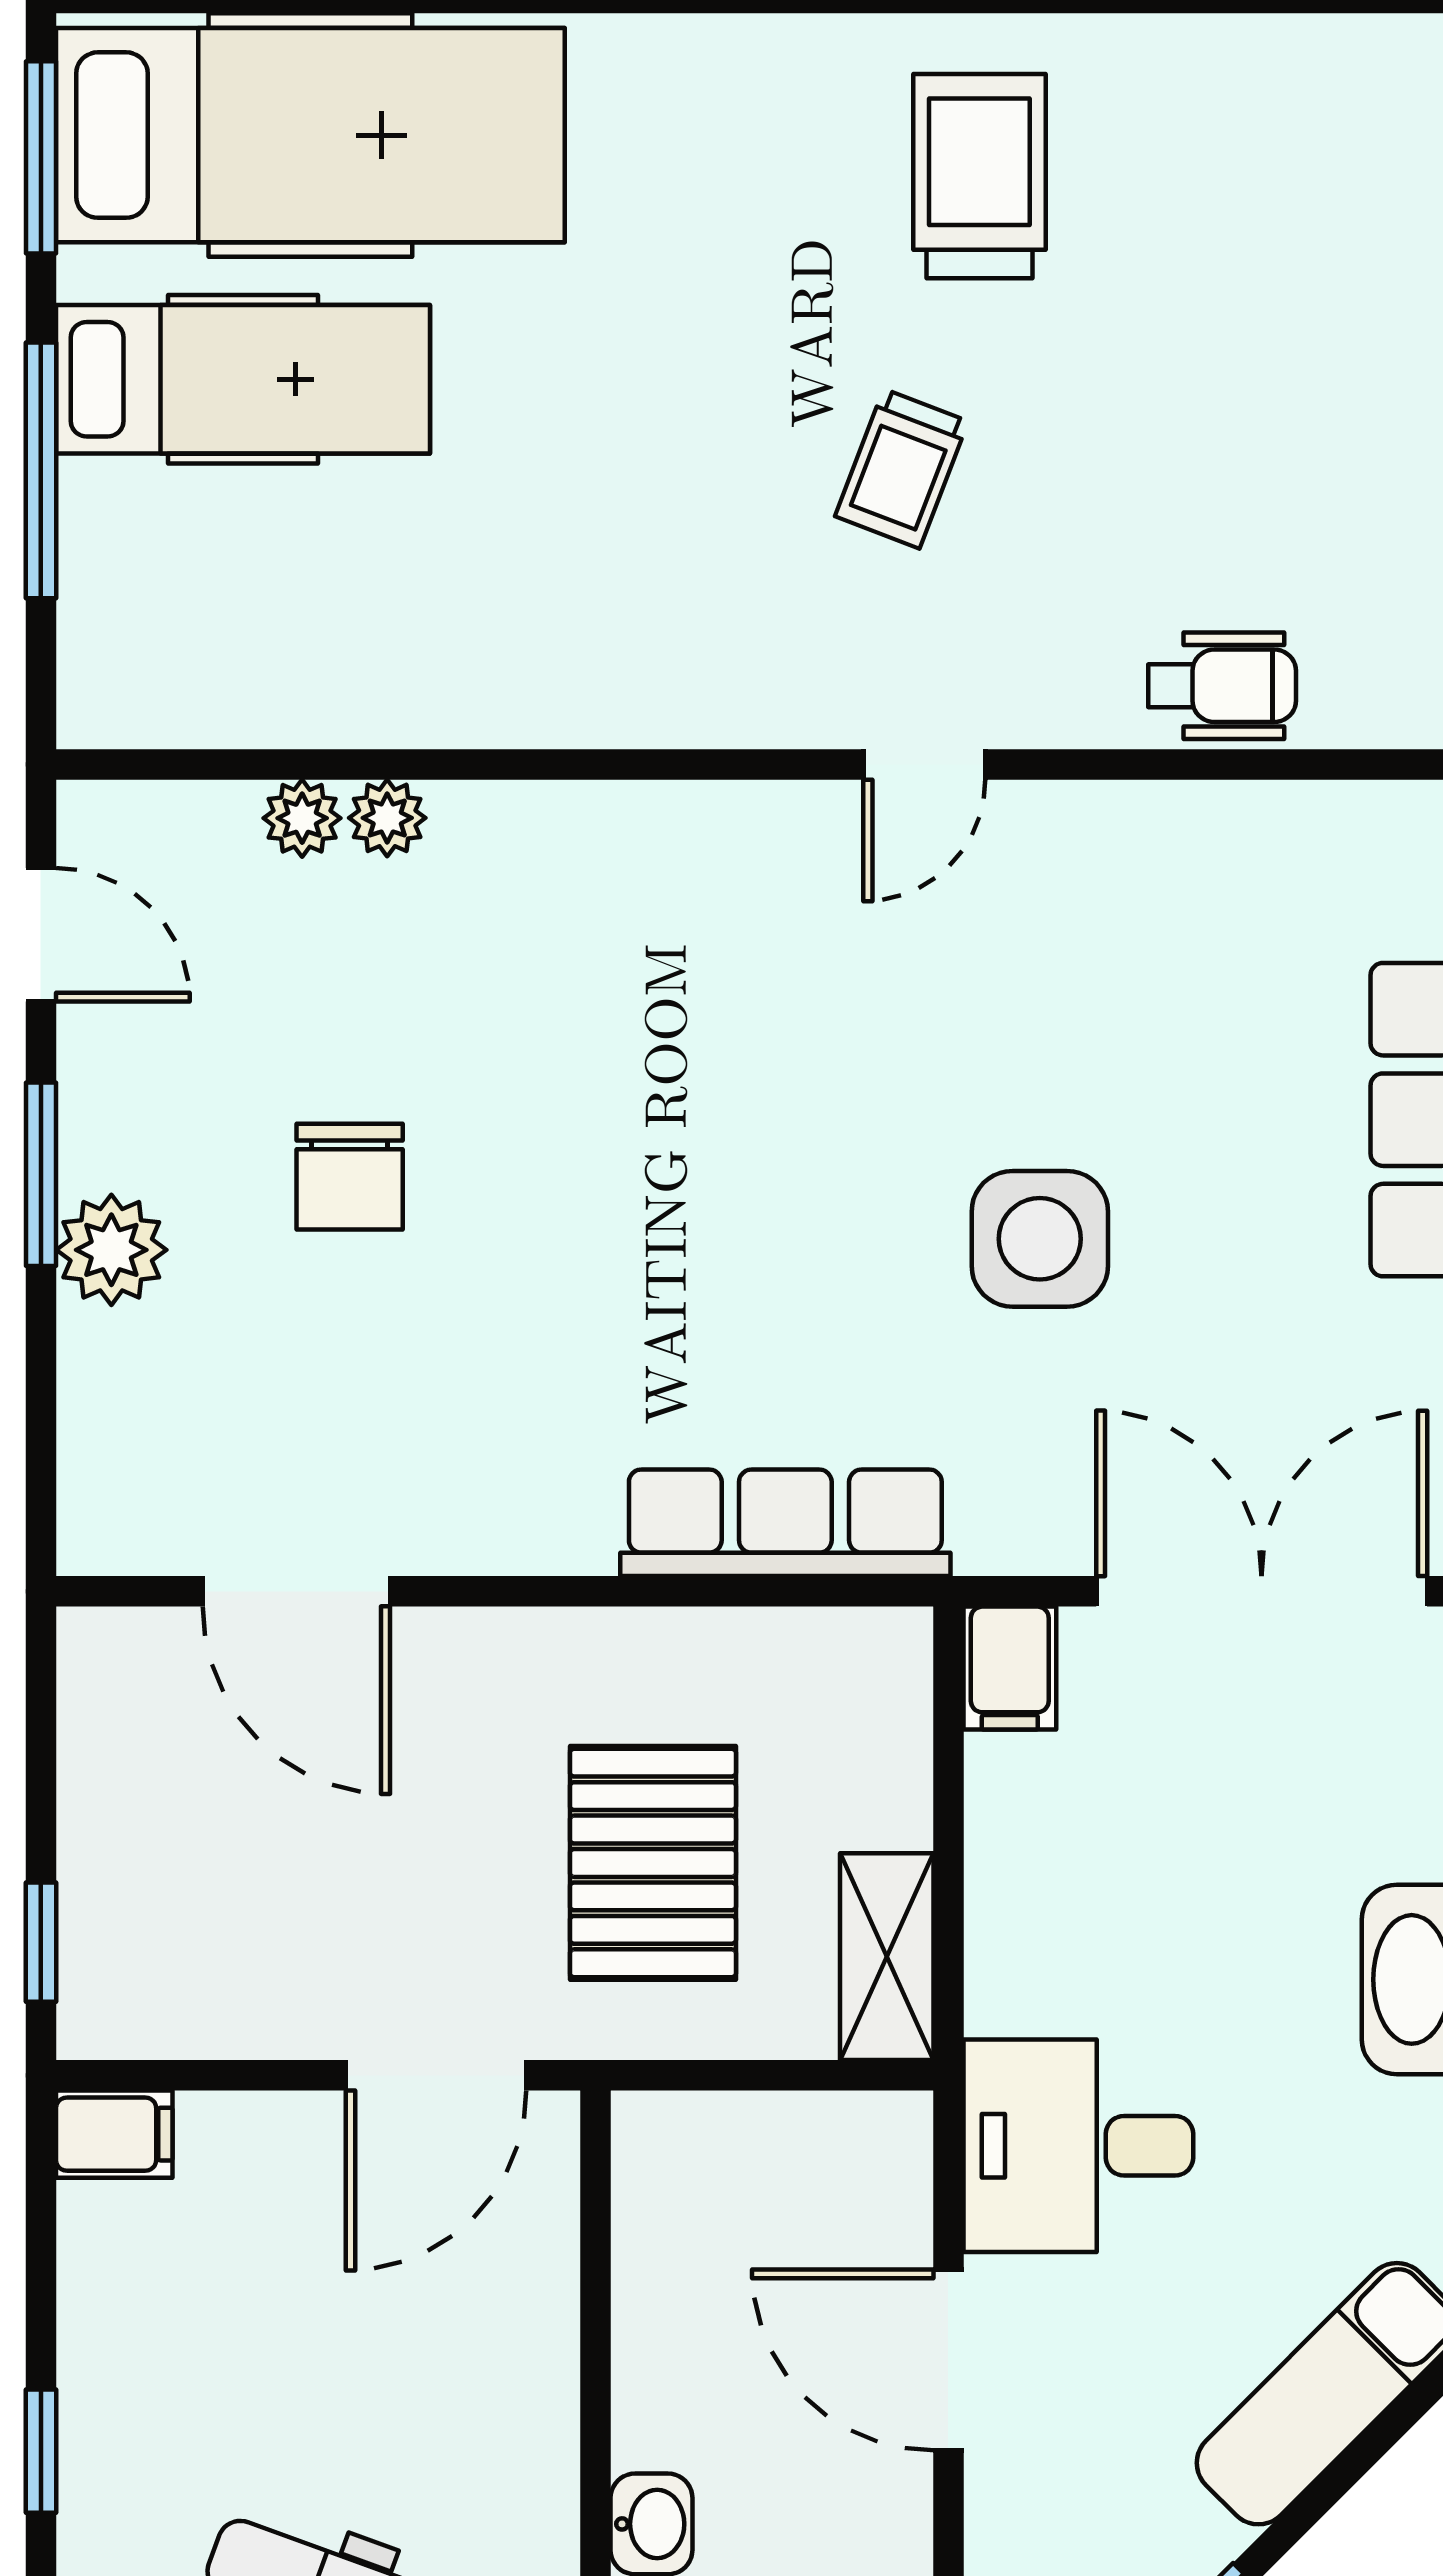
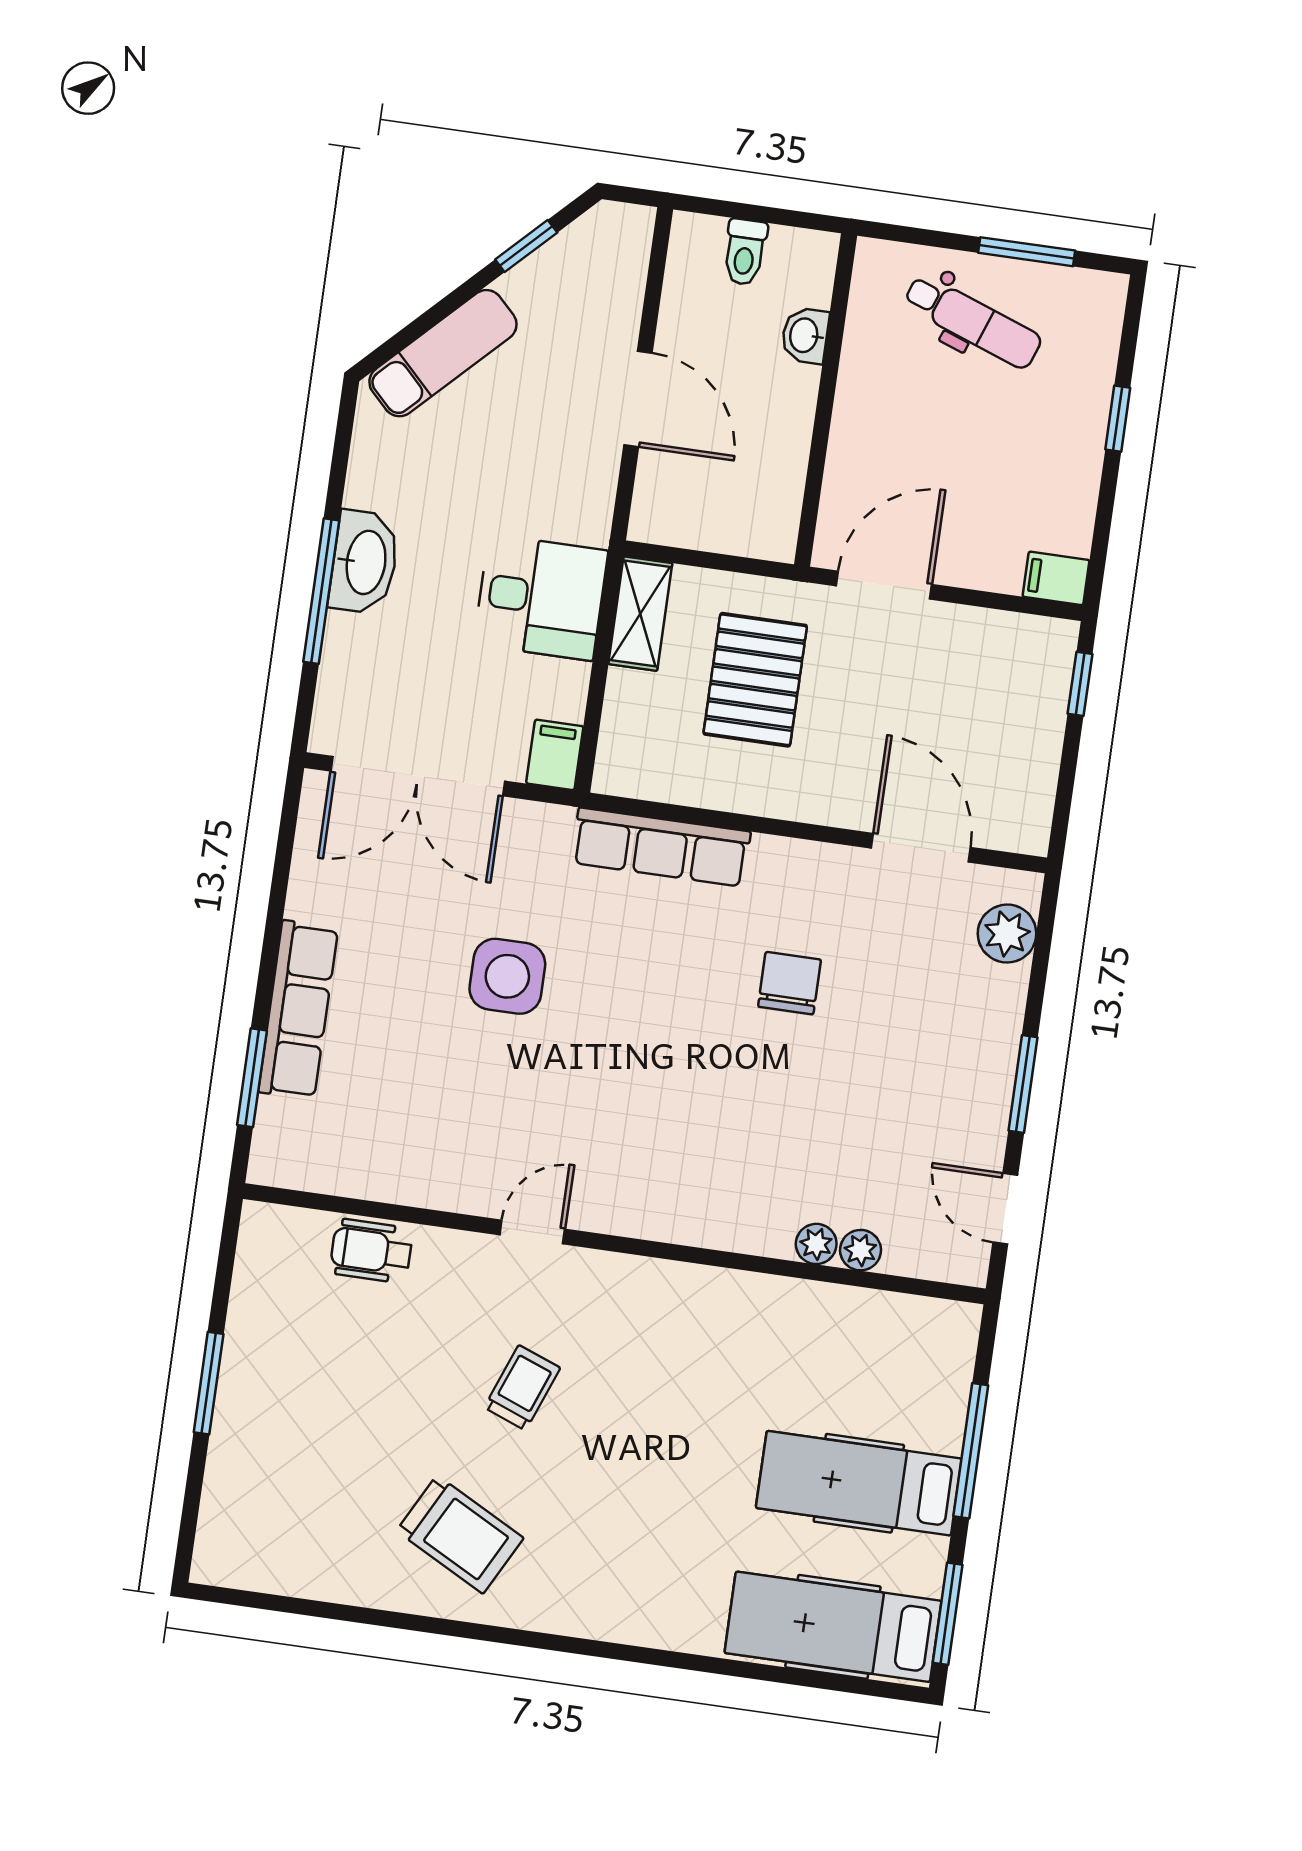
hospital bed: (310, 135) -> (833, 1627), width x0.73, depth x0.78
trolley: (979, 176) -> (460, 1534), turned -62
chair: (350, 1177) -> (789, 983), moved
plant: (111, 1250) -> (1007, 934), moved
desk: (1078, 2146) -> (541, 597), moved

